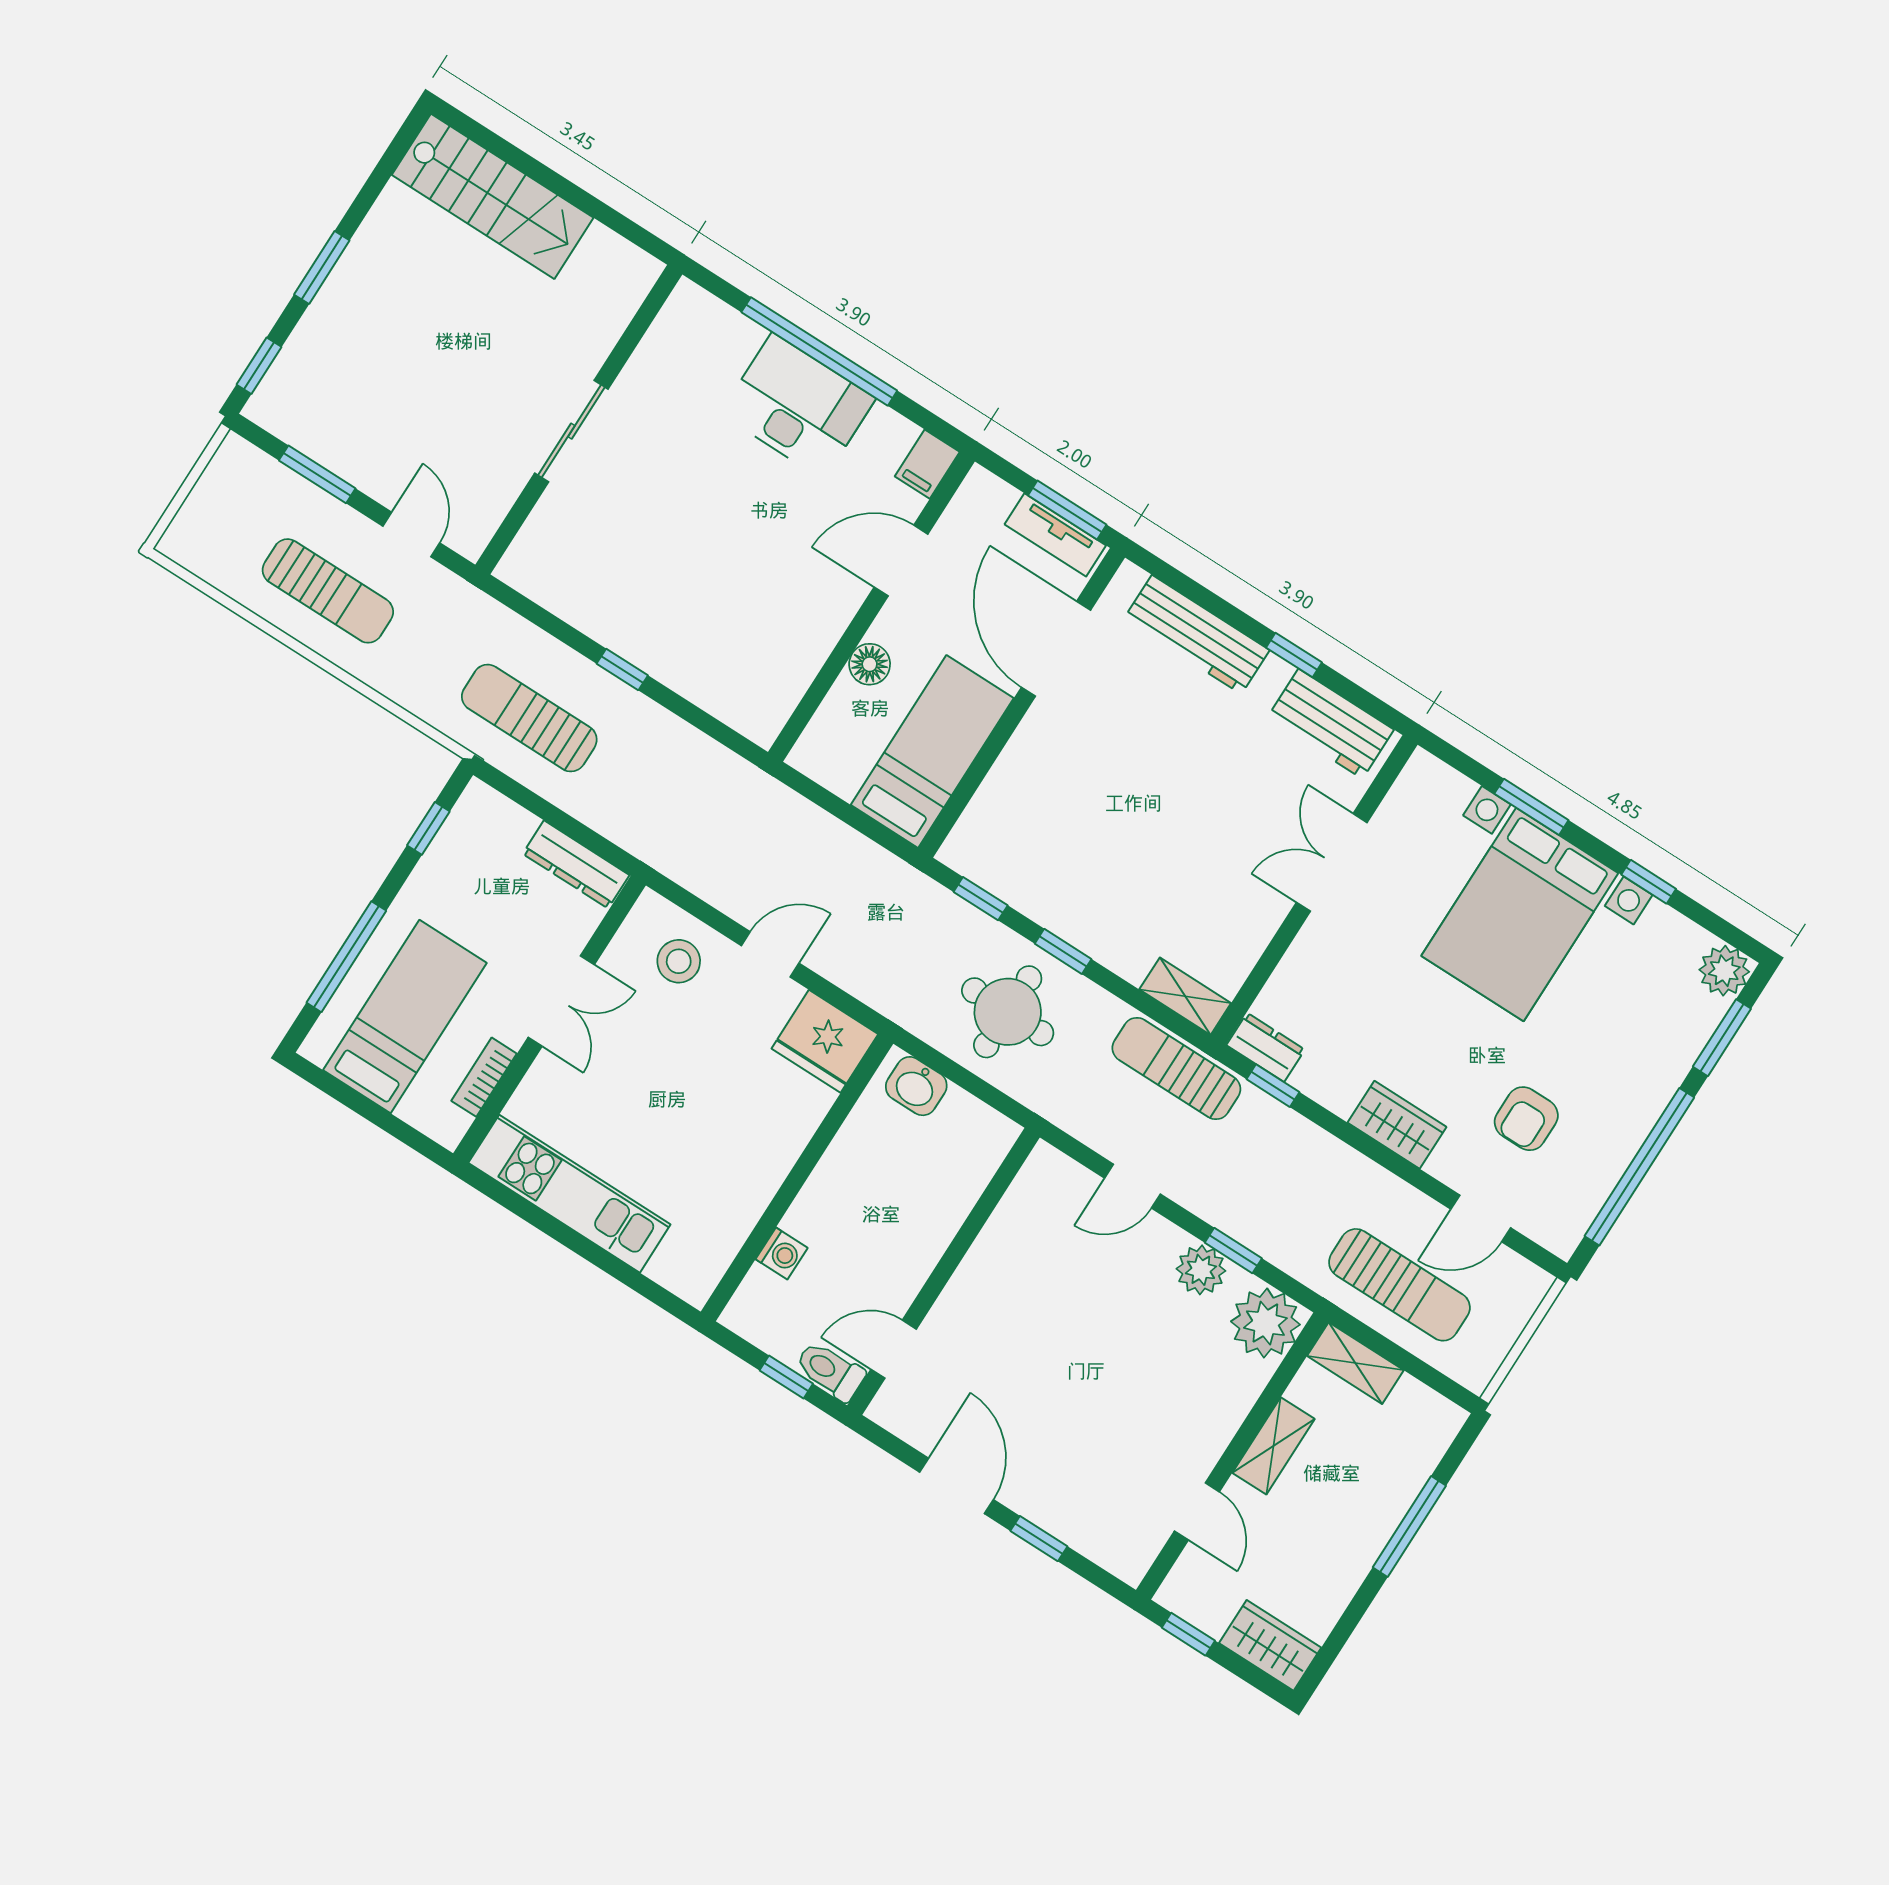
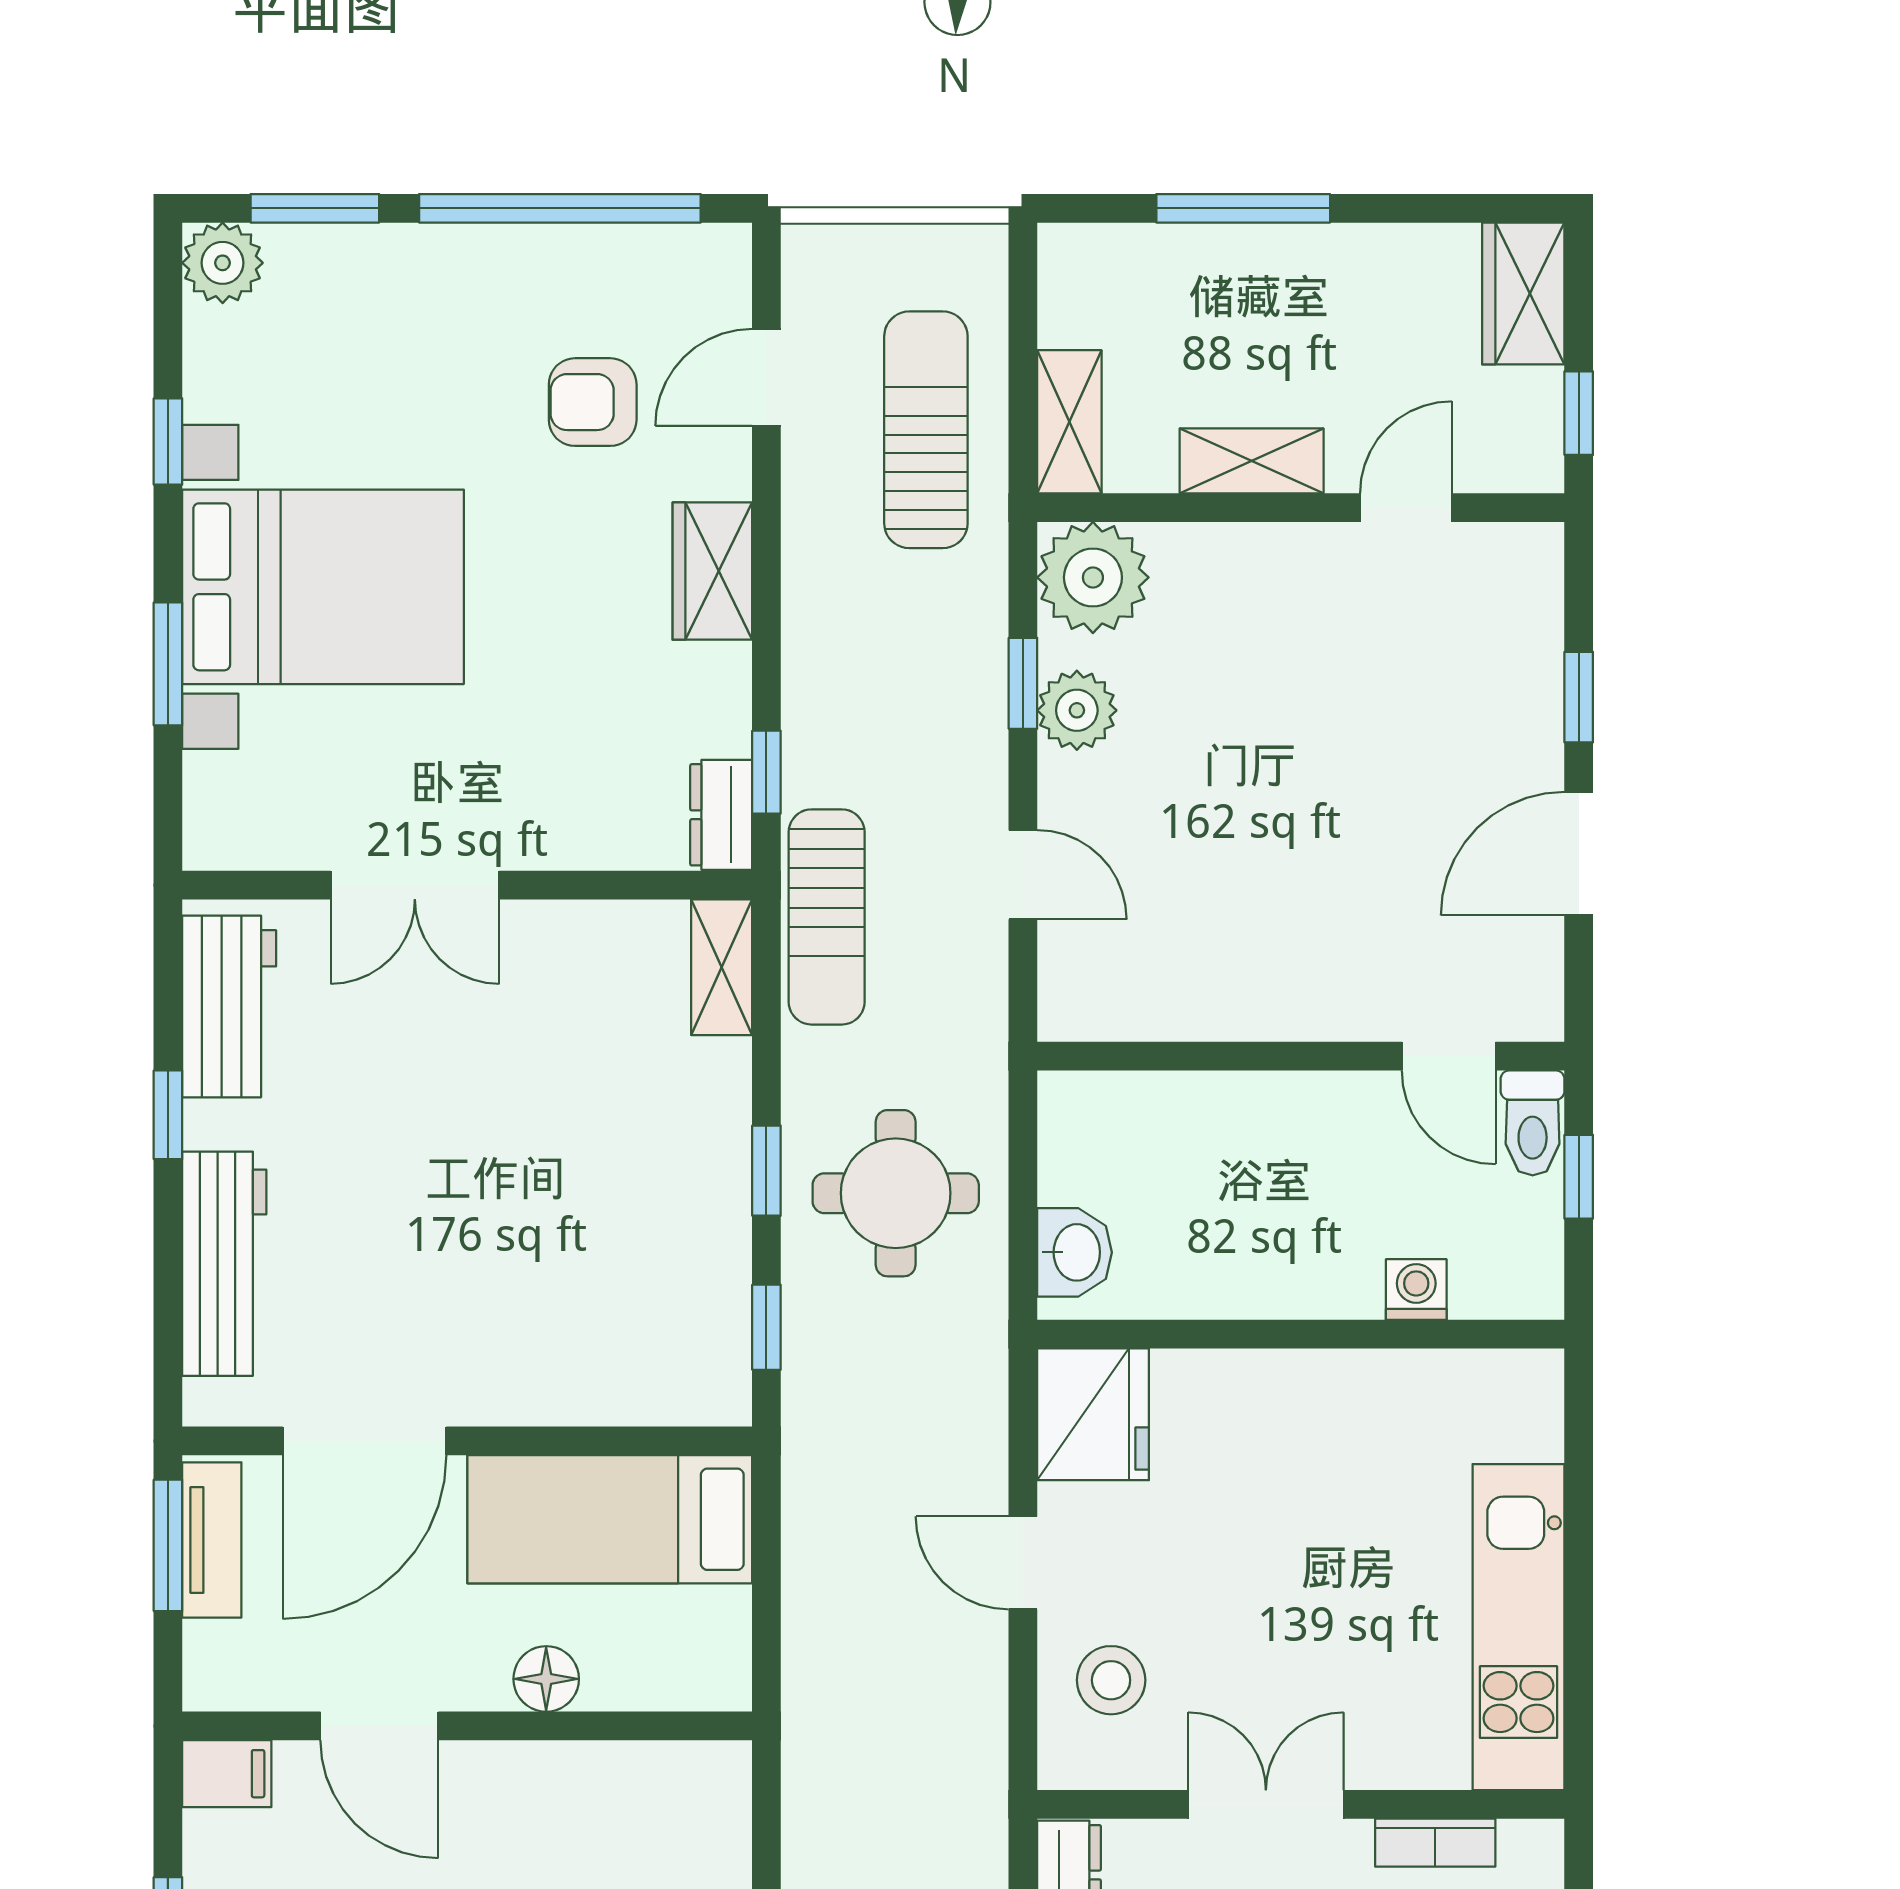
armchair: (1526, 1119) -> (593, 402), turned 180
door: (1481, 1218) -> (766, 377), swing flipped

